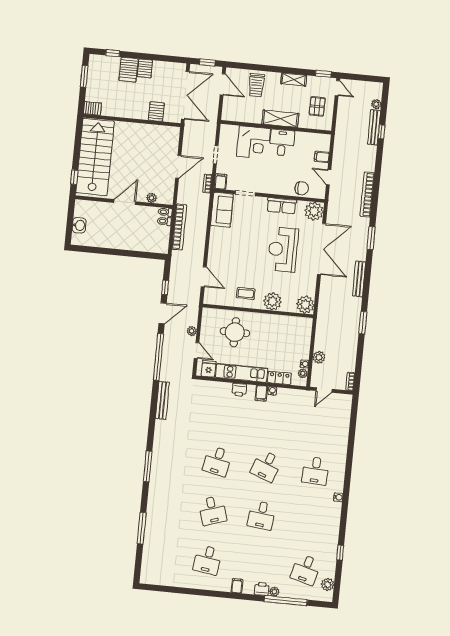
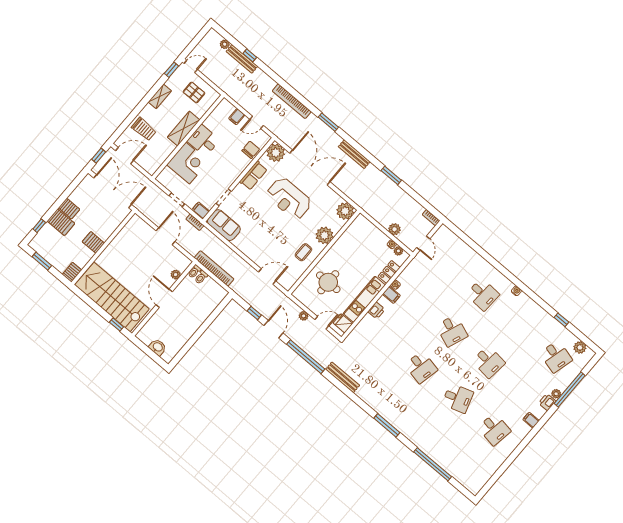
server rack: (156, 112) -> (93, 242), moved
window: (142, 528) -> (433, 464), width x1.46

